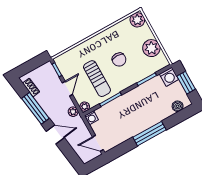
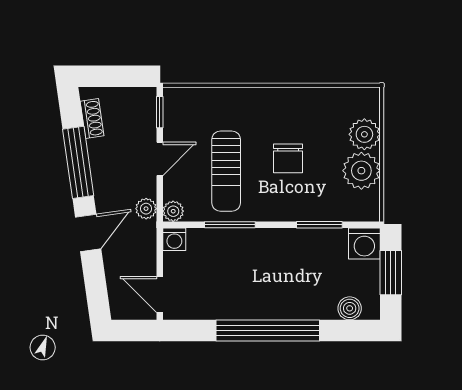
plant: (137, 20) -> (364, 134), moved
window: (150, 134) -> (268, 331), width x1.46
door: (55, 135) -> (88, 233), hinge flipped

